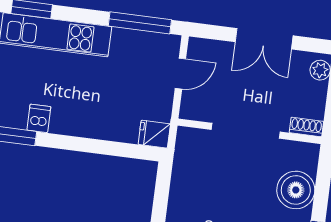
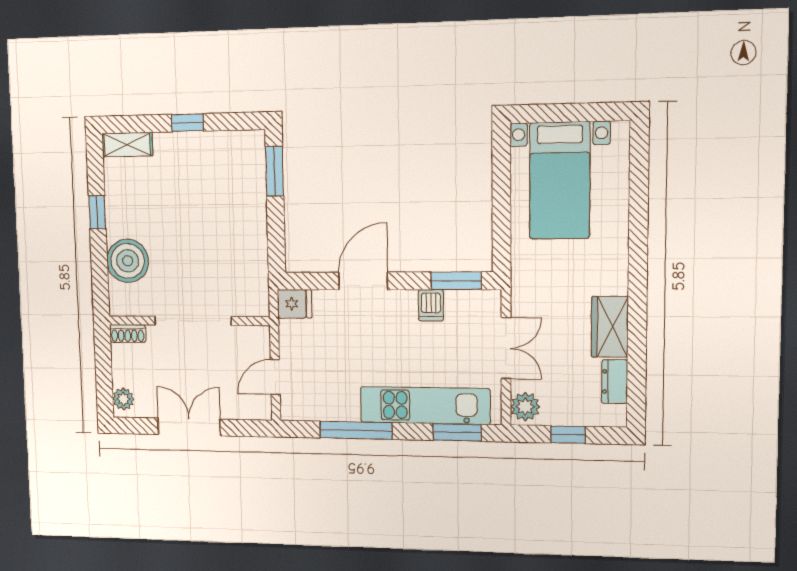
window: (140, 23) -> (356, 430), moved
door: (93, 146) -> (363, 281), added

